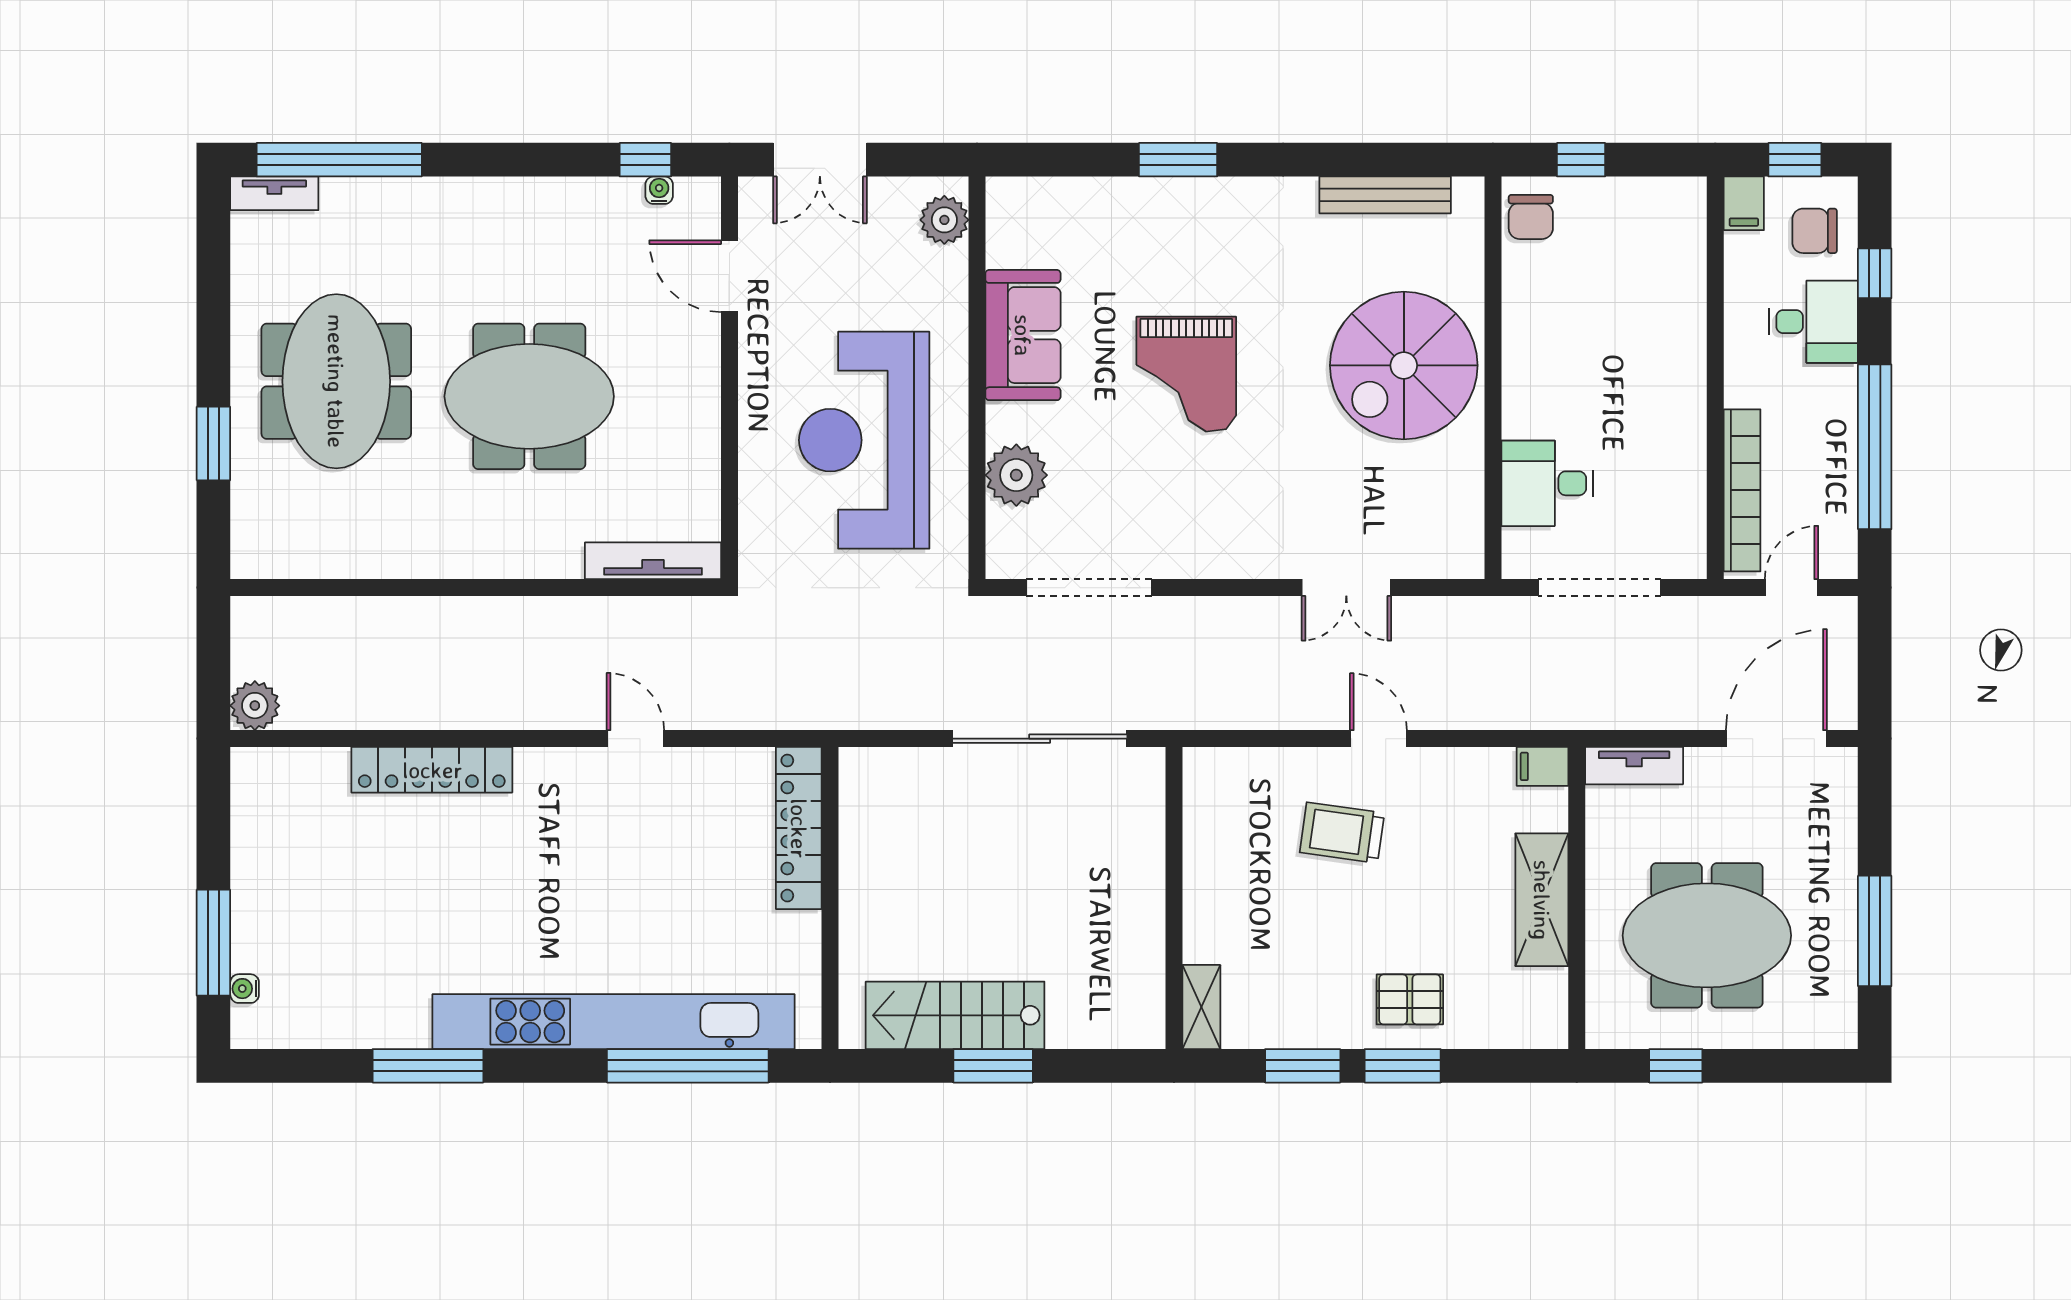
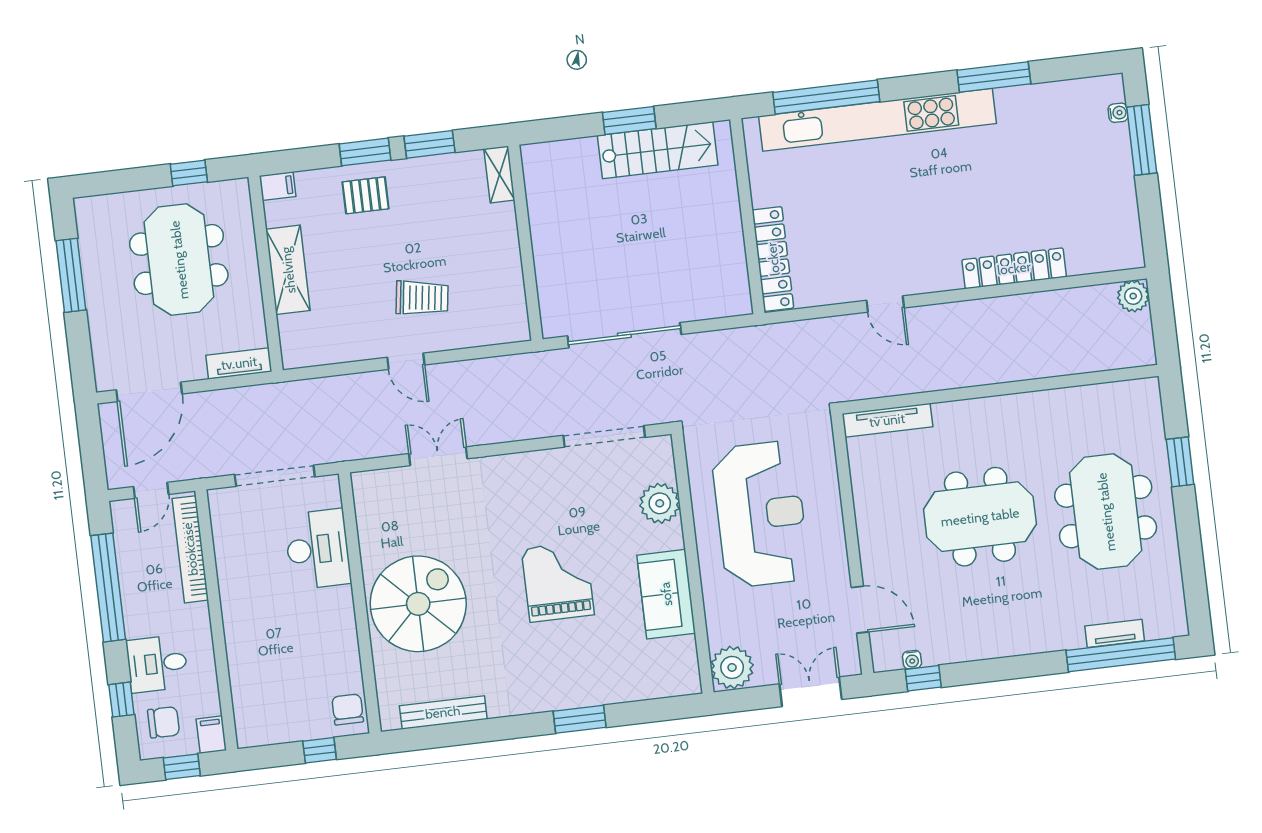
tv unit: (274, 193) -> (1115, 633), moved
plant: (944, 220) -> (732, 667), width x1.36, depth x1.36
desk: (1547, 483) -> (318, 549), width x1.37
filing cabinet: (1542, 766) -> (278, 186), moved
meeting table: (1707, 935) -> (179, 260), turned 90

